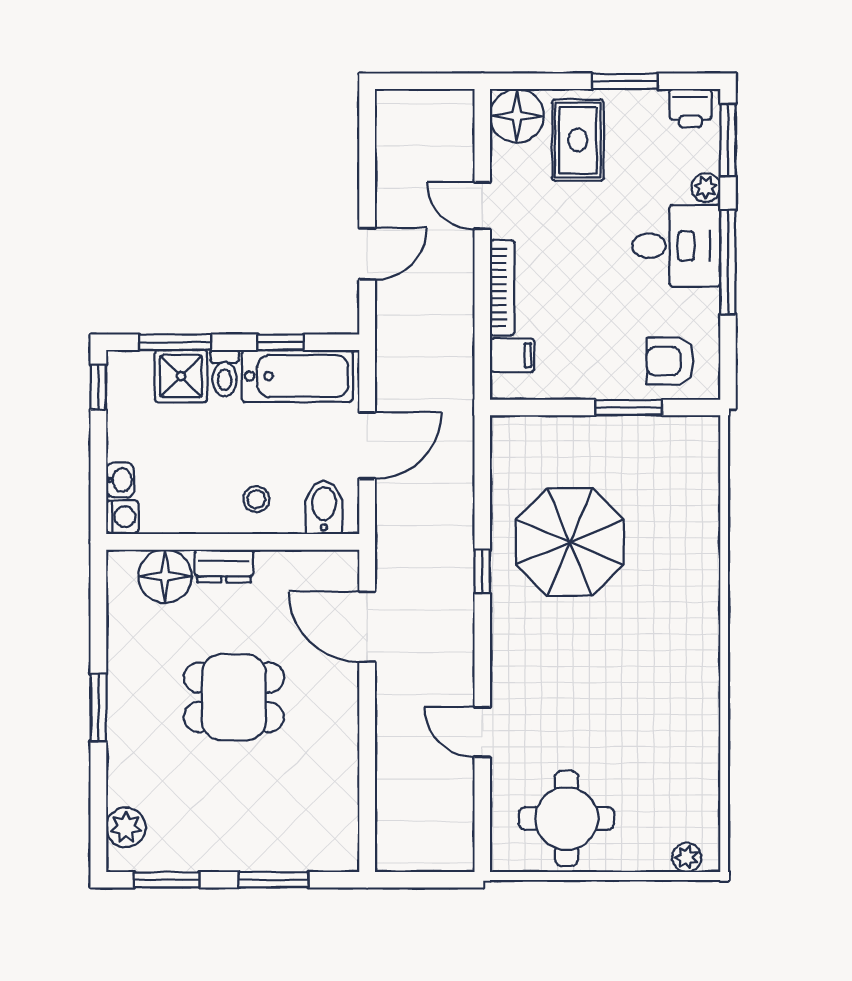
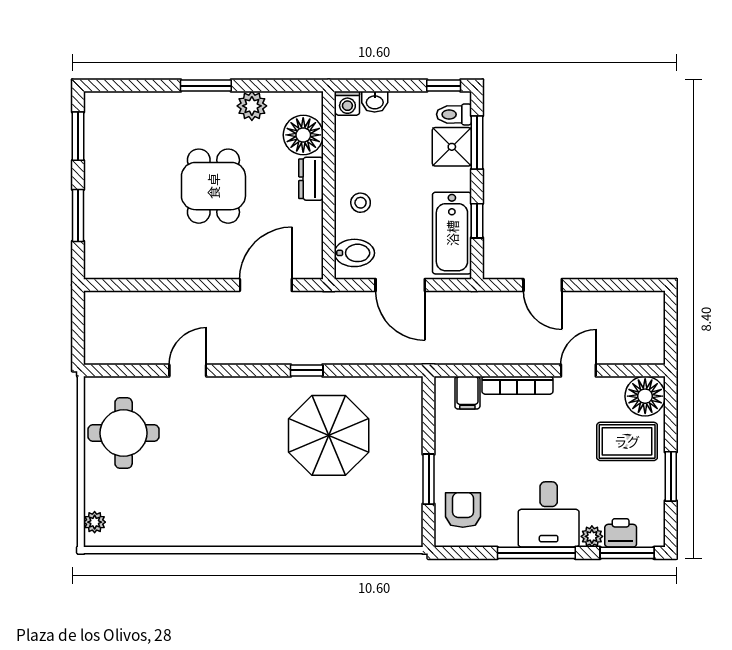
printer: (690, 108) -> (621, 533), moved, turned 90
toilet: (225, 373) -> (454, 114), moved
plant: (126, 827) -> (252, 106), moved

